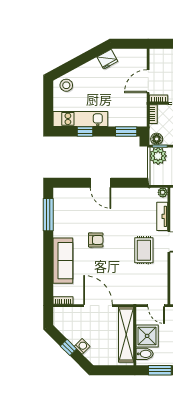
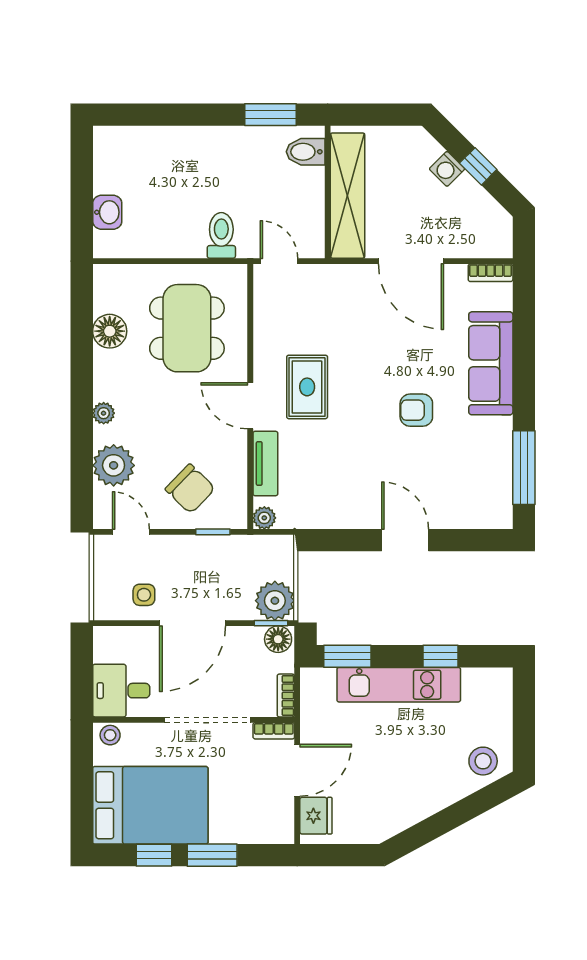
fridge: (107, 59) -> (316, 816), moved, turned 118
kitchen unit: (80, 119) -> (399, 685), moved
shower: (147, 336) -> (300, 192), removed

